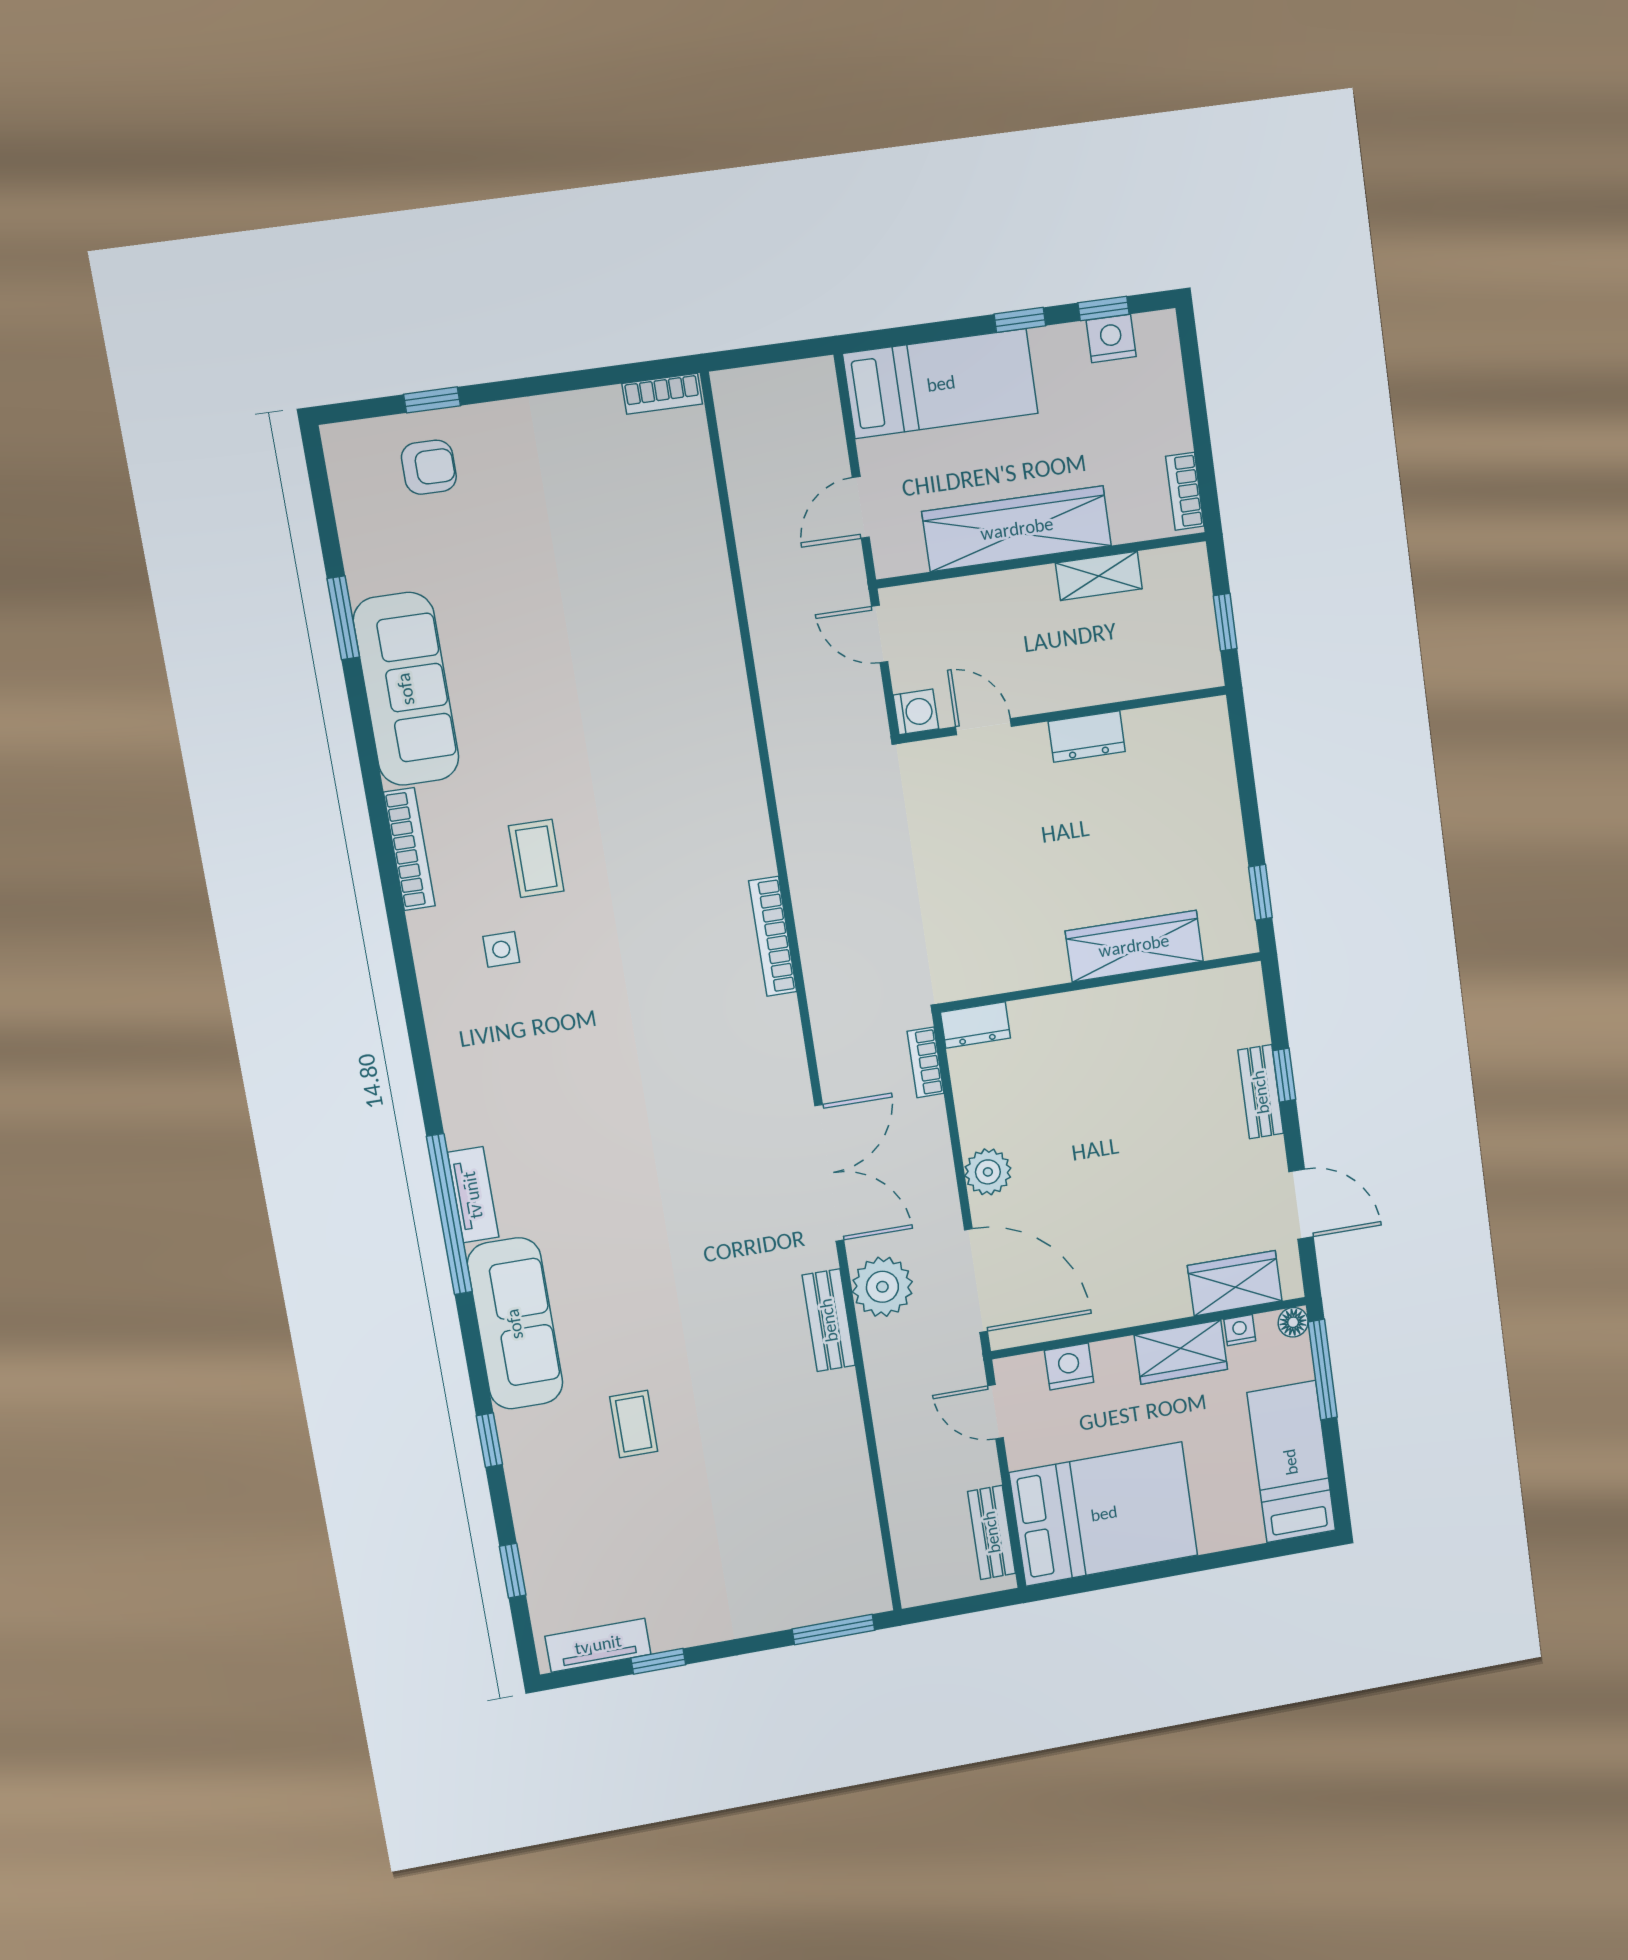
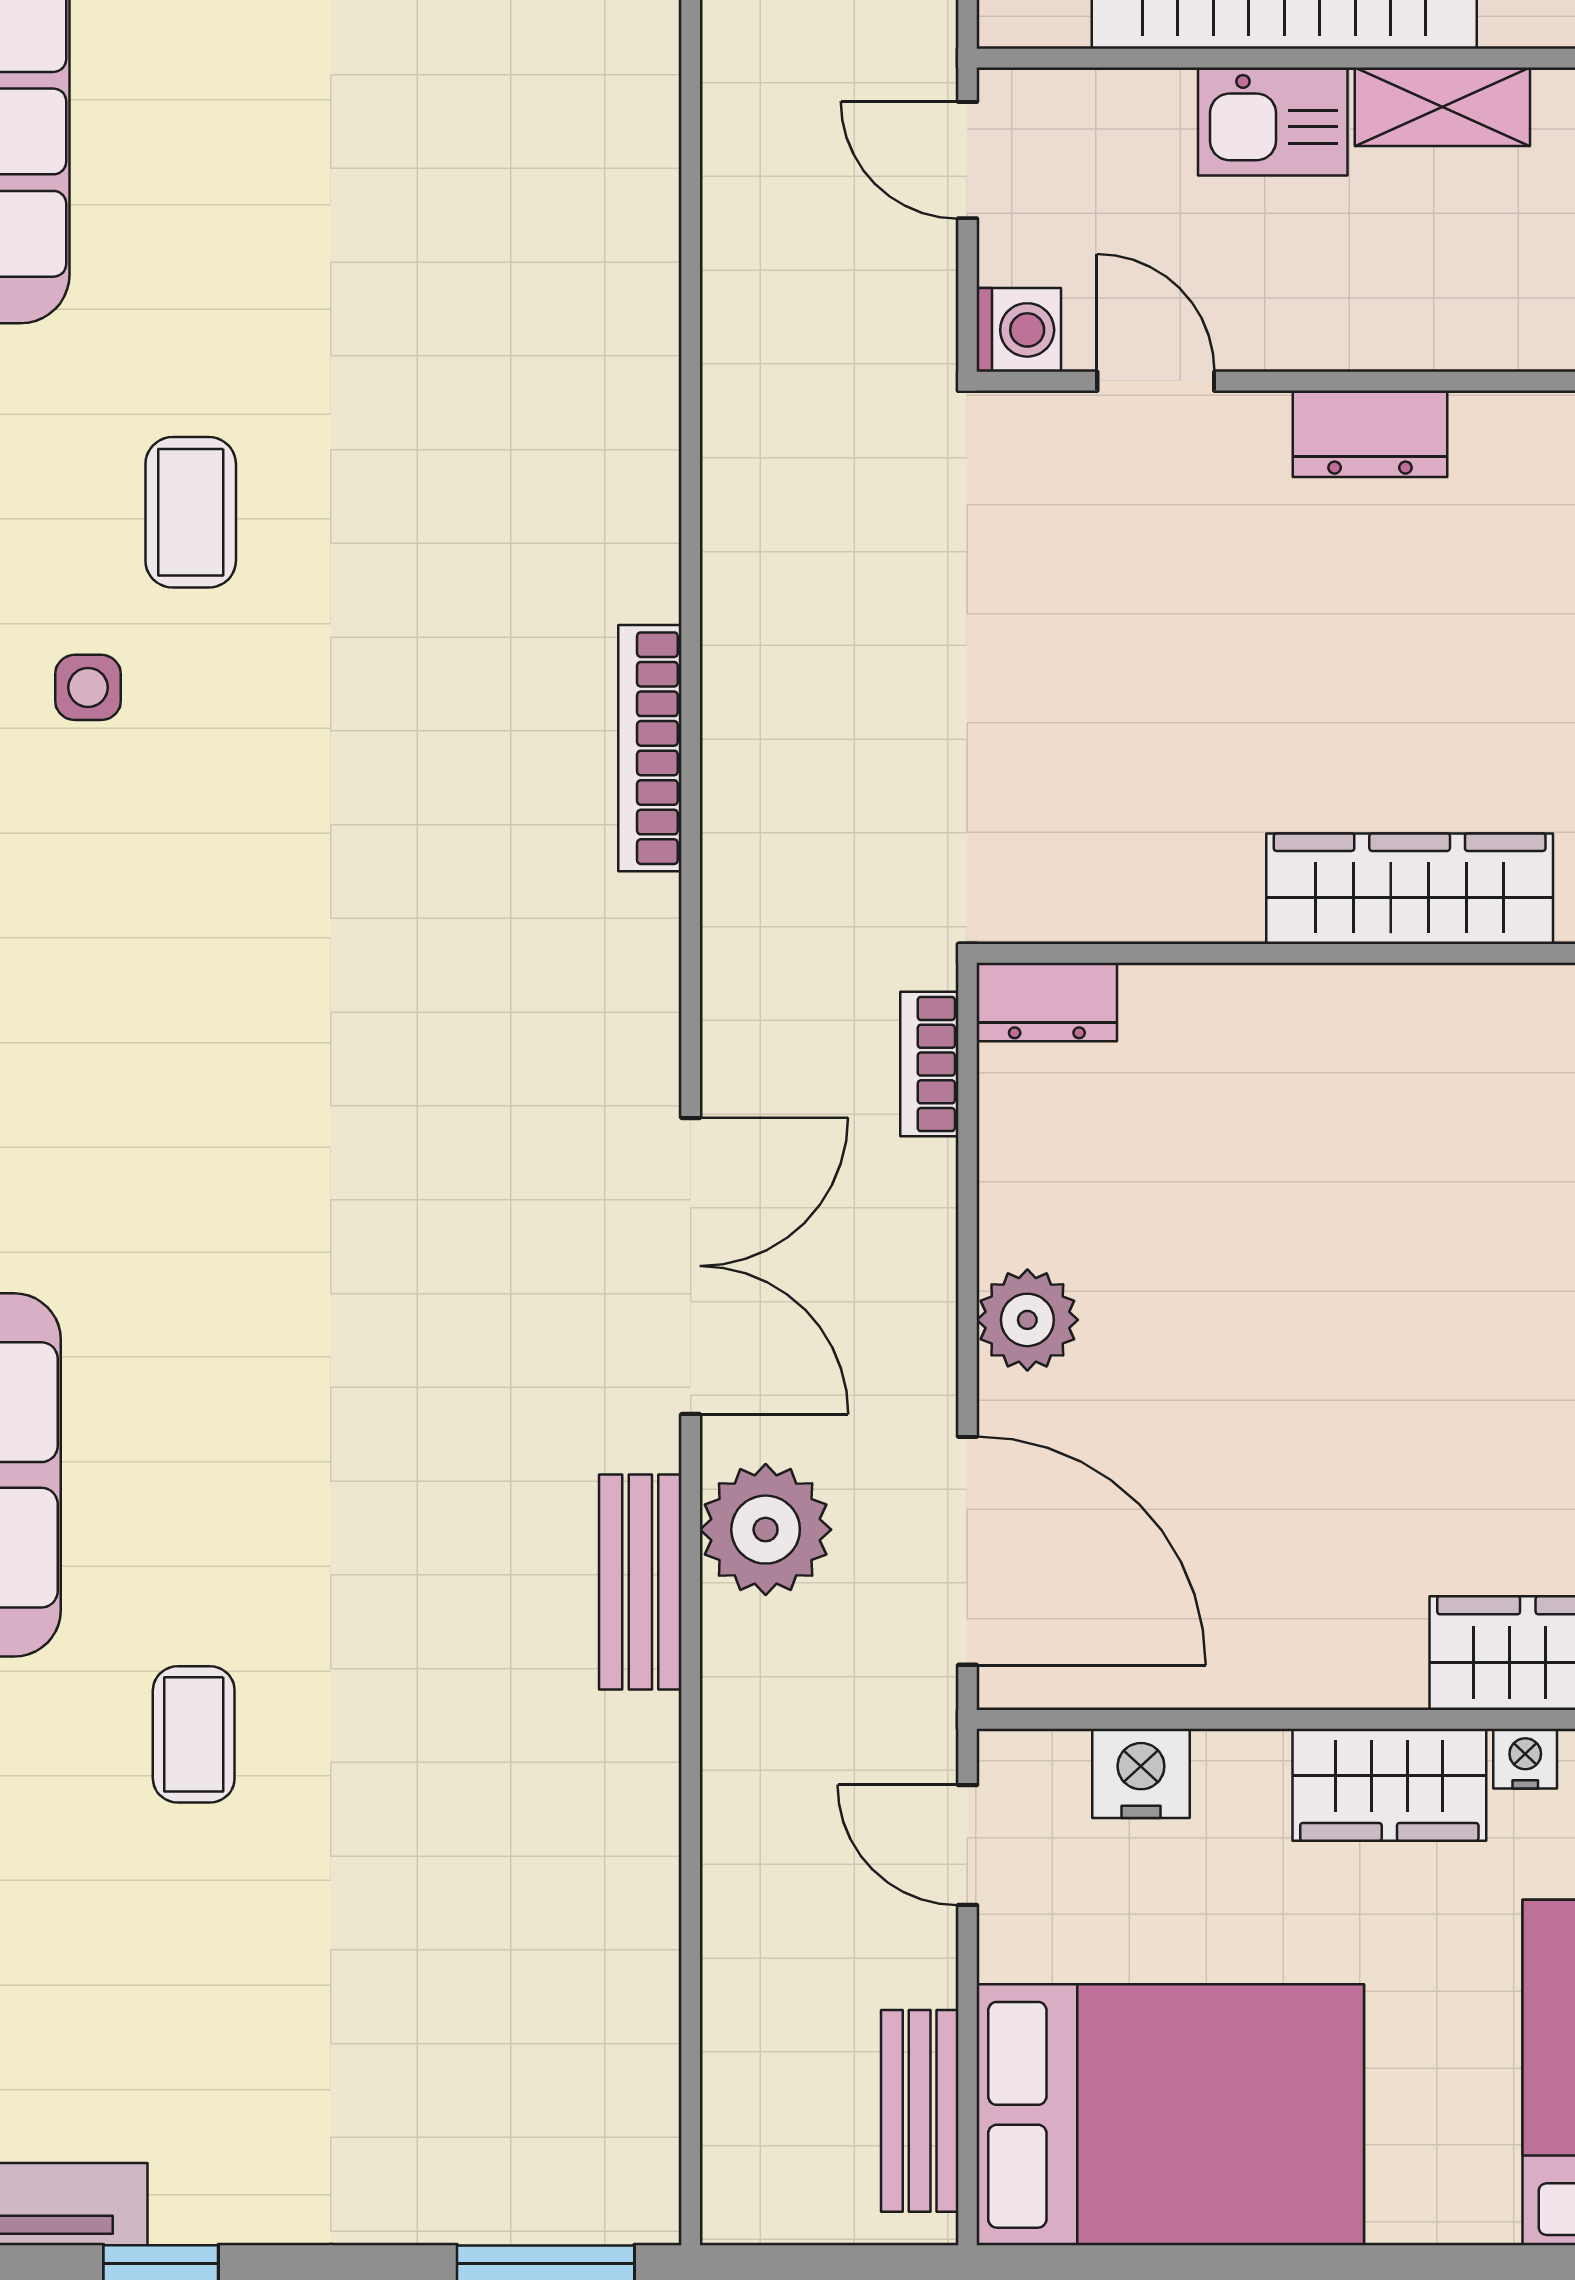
kitchen sink: (1021, 594) -> (1273, 121), added

